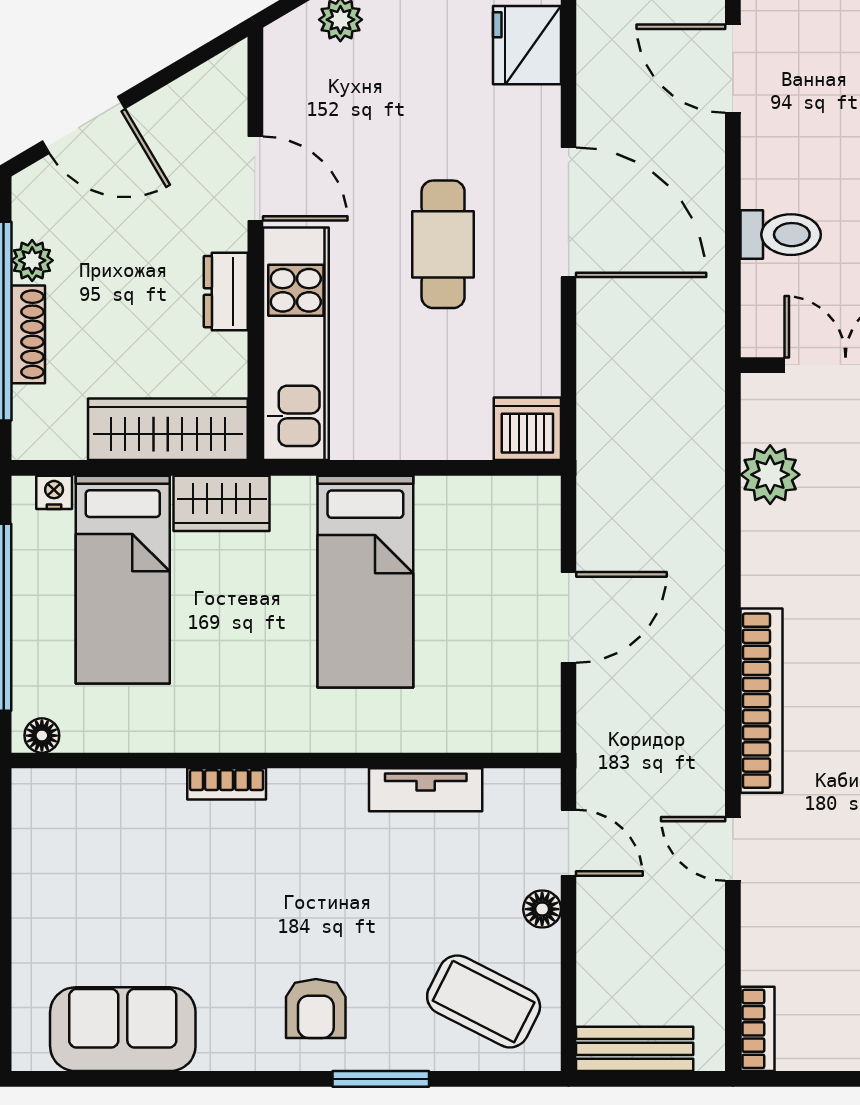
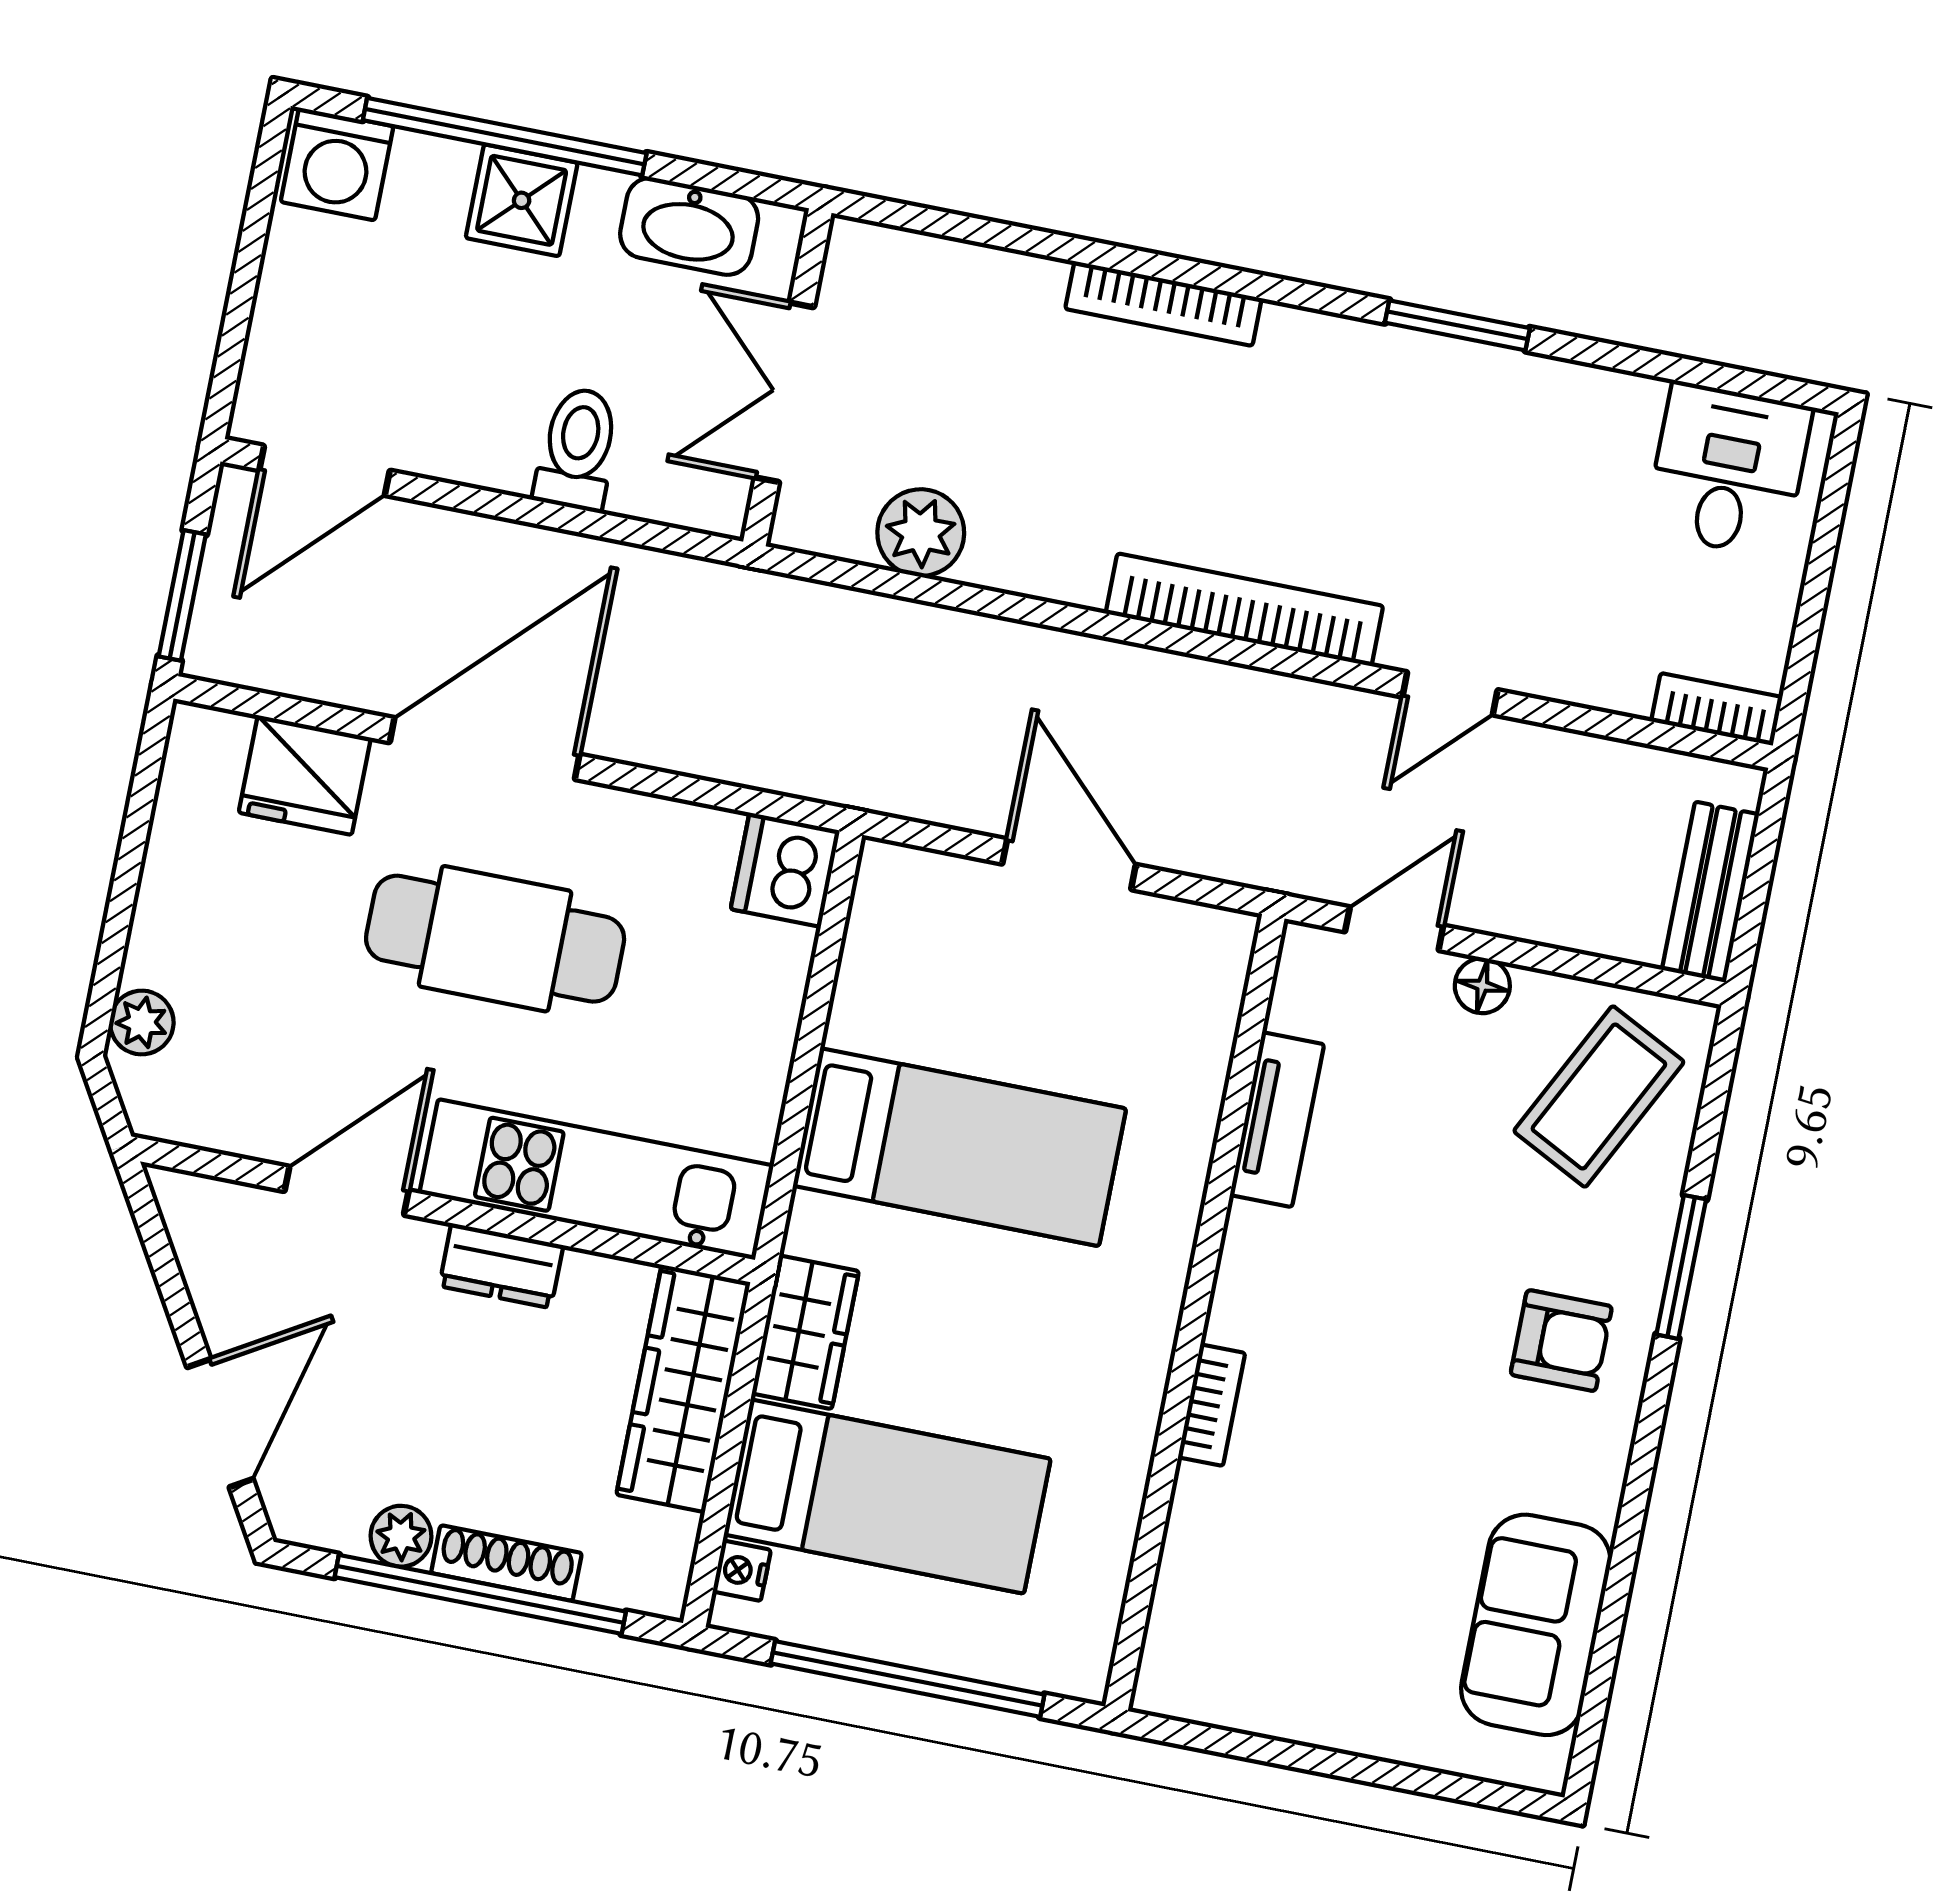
fridge: (527, 45) -> (305, 775), moved
cafe table: (443, 244) -> (495, 939), width x1.37, depth x1.35
floor lamp: (42, 736) -> (1089, 1658), removed

